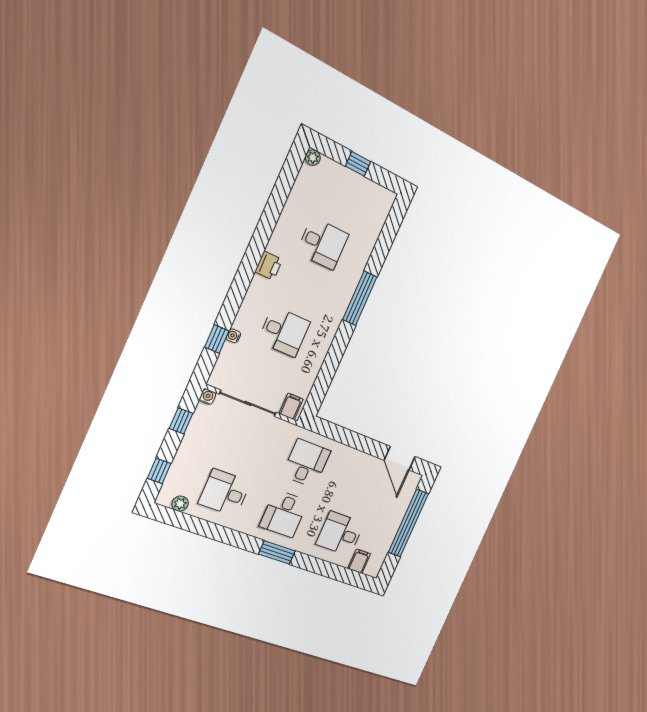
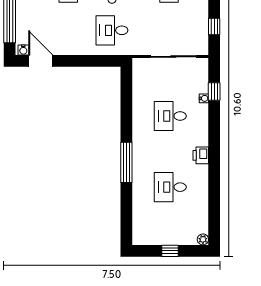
water cooler: (208, 397) -> (23, 50), moved
filing cabinet: (291, 406) -> (142, 67), removed
desk: (306, 463) -> (112, 30), turned 90

